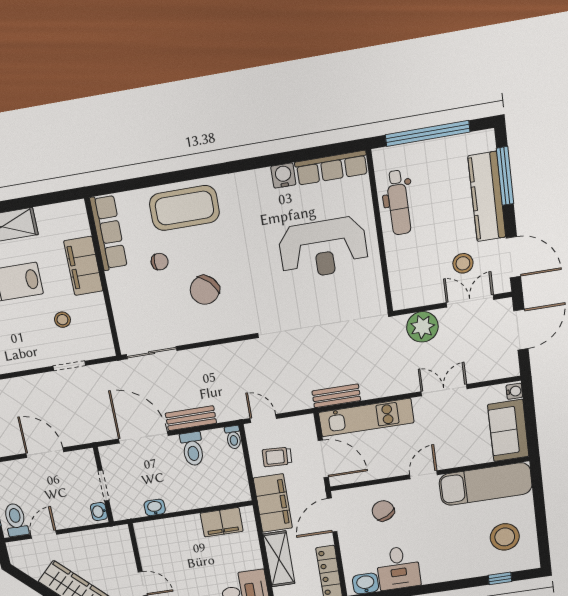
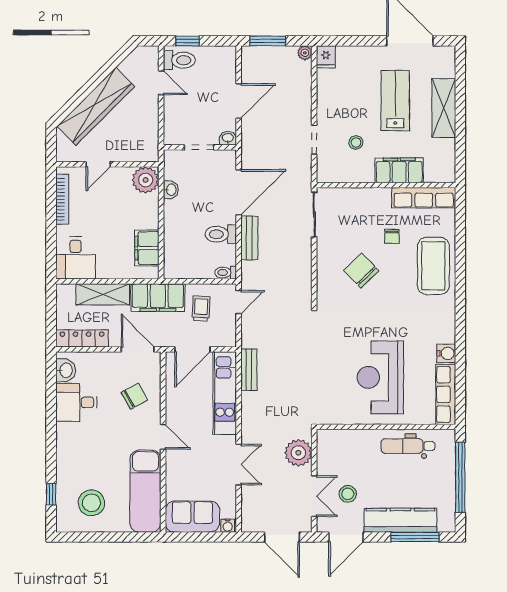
washbasin: (99, 511) -> (228, 138), moved
plant: (149, 534) -> (146, 180), added

